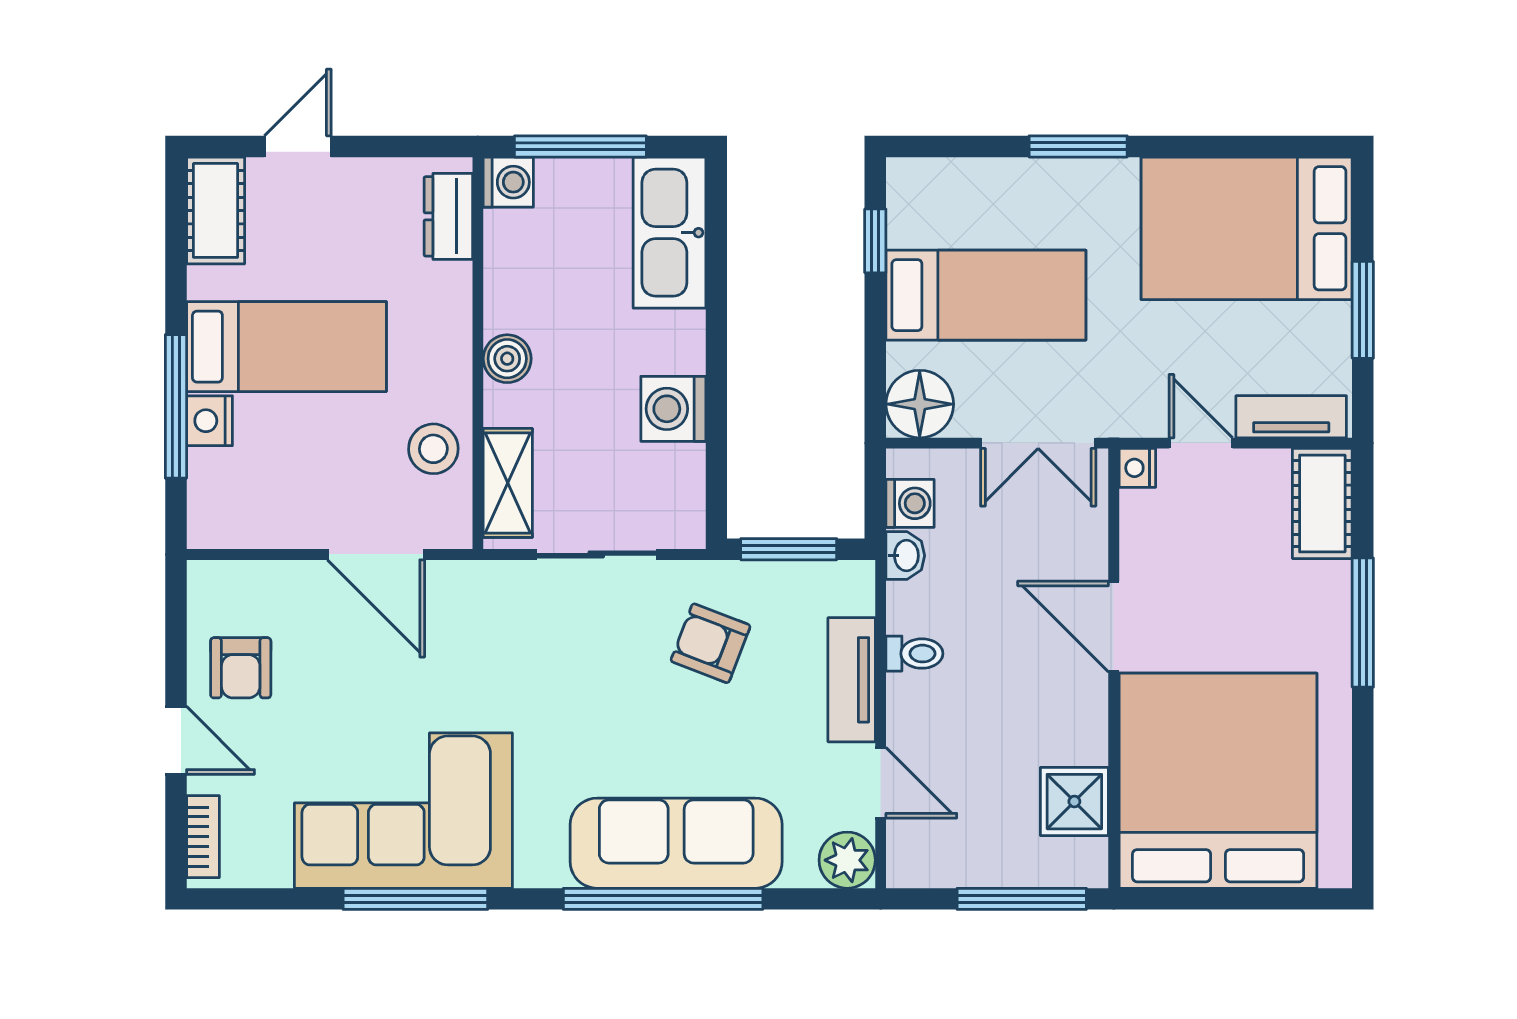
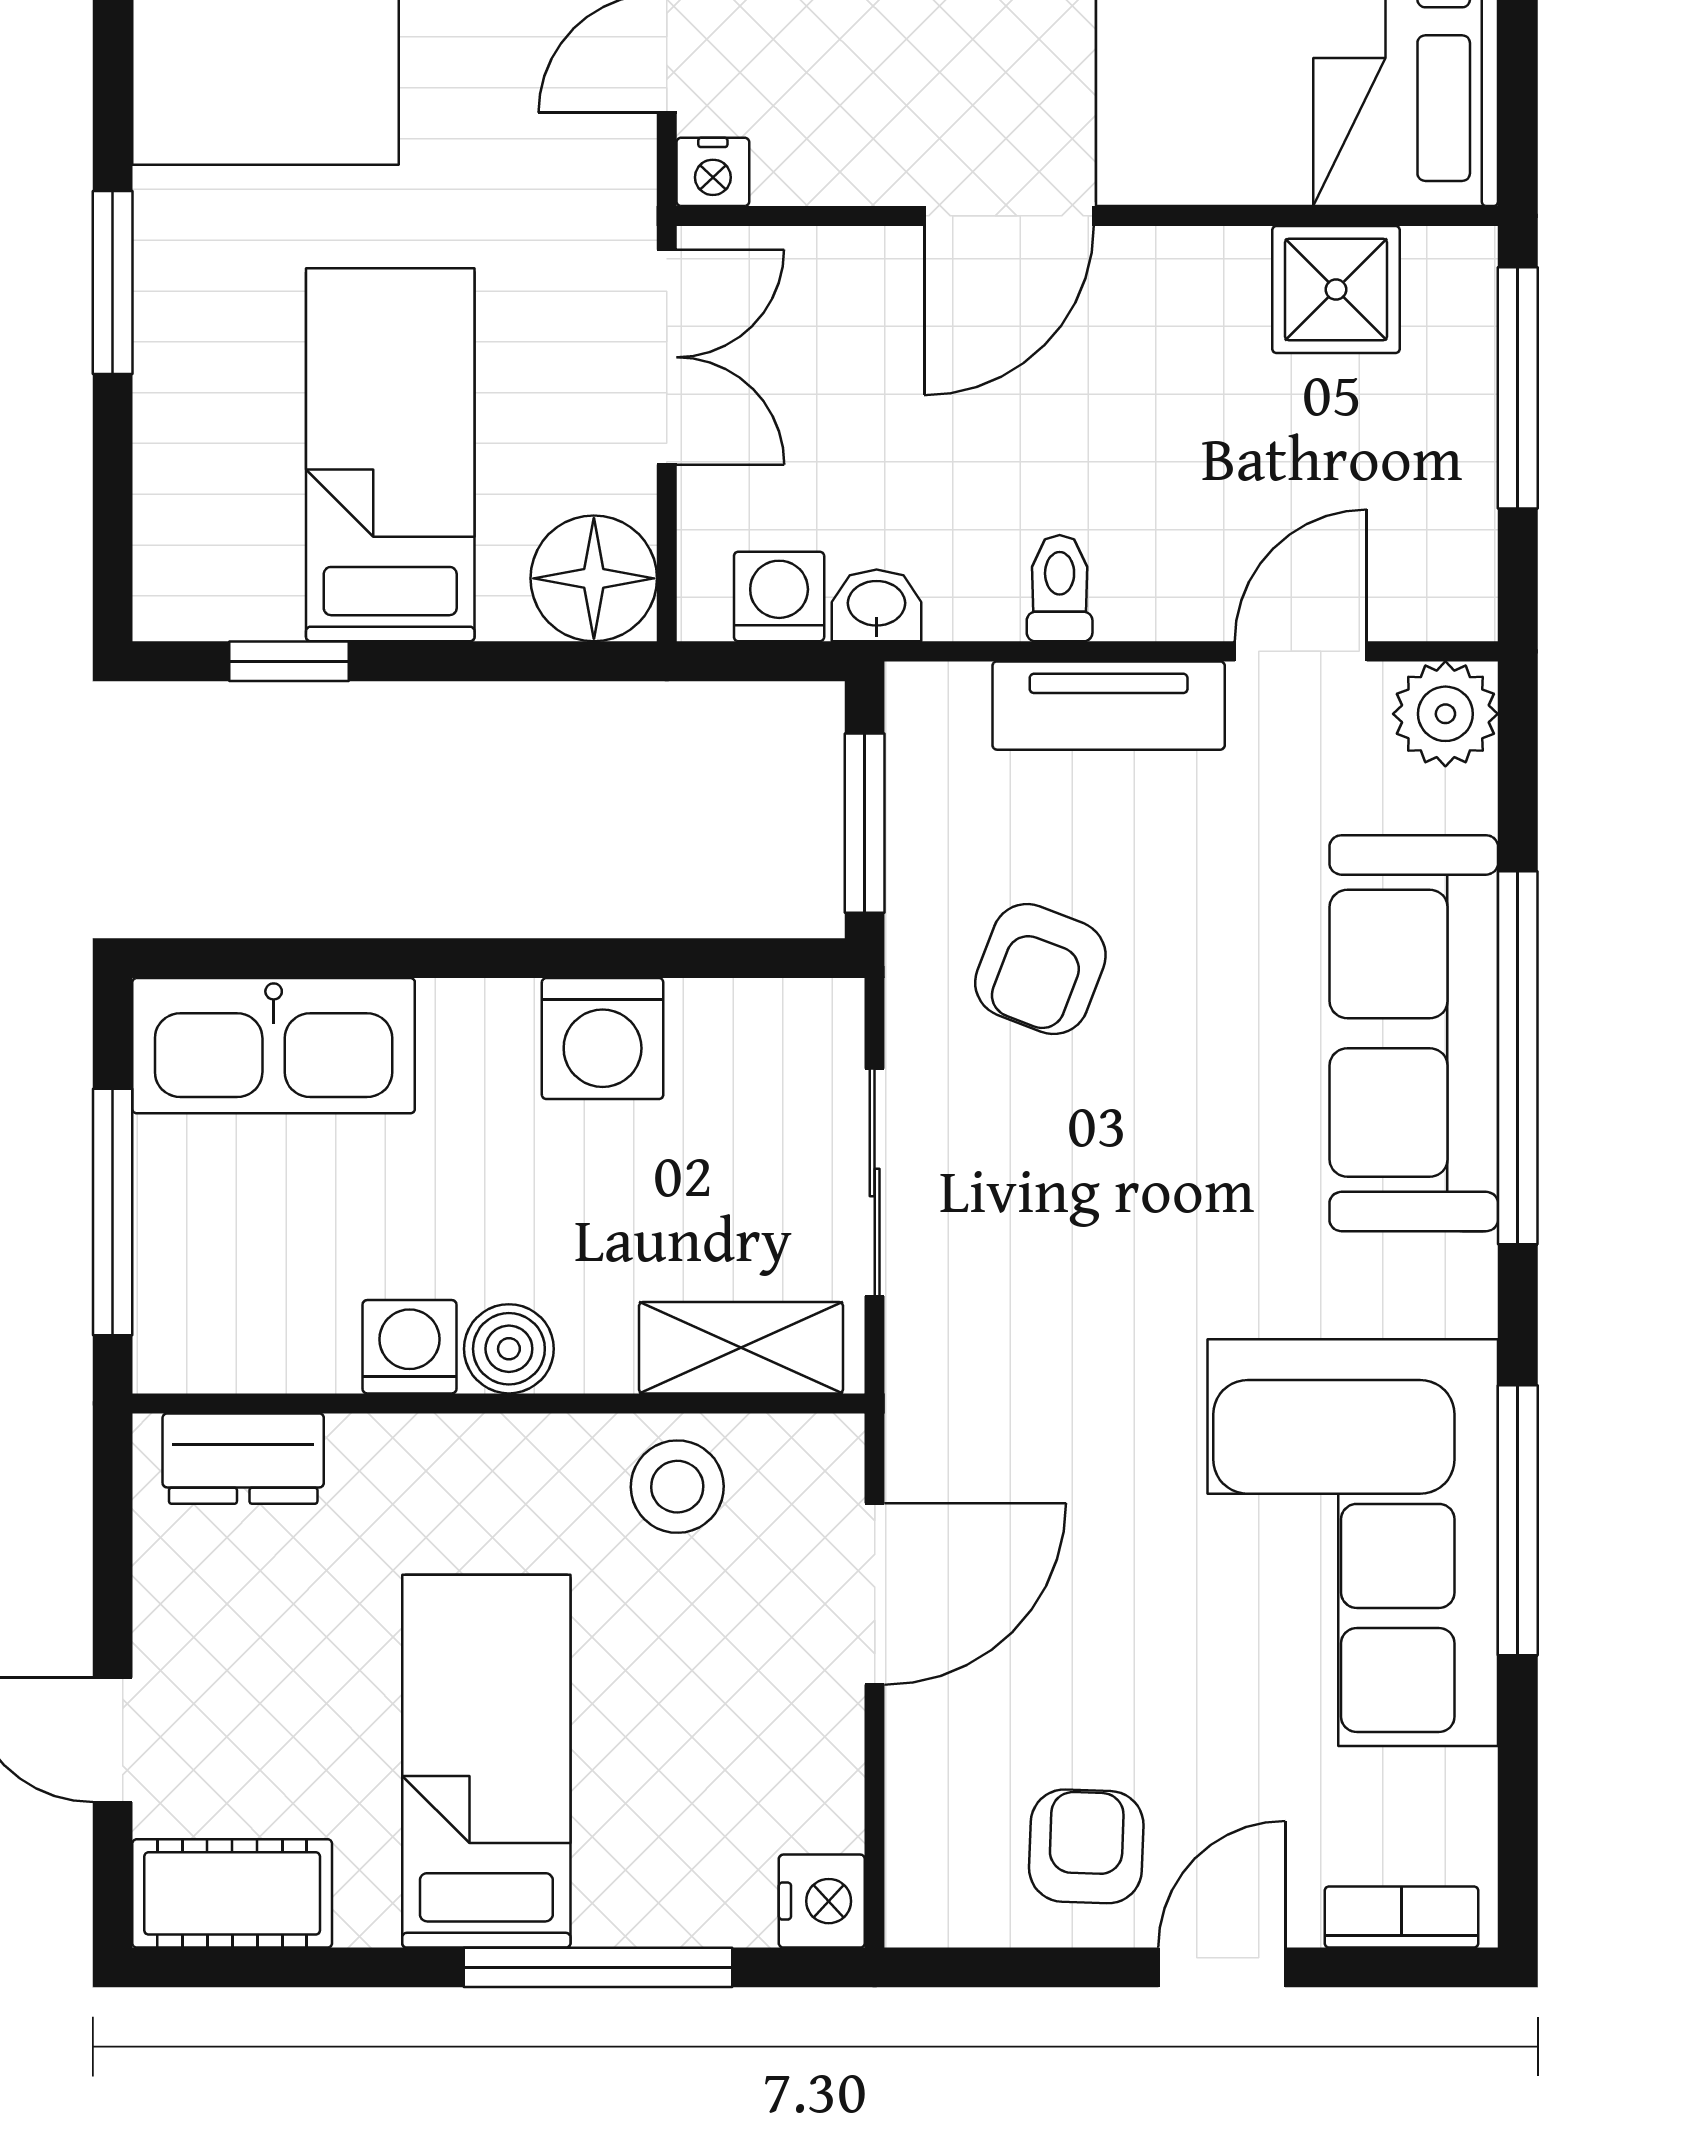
washing machine: (508, 182) -> (410, 1347), moved
nightstand: (209, 421) -> (822, 1901), moved, turned -90
armchair: (241, 668) -> (1086, 1846), turned -88

